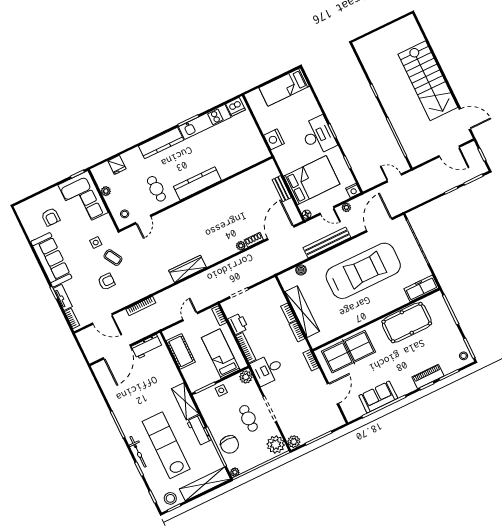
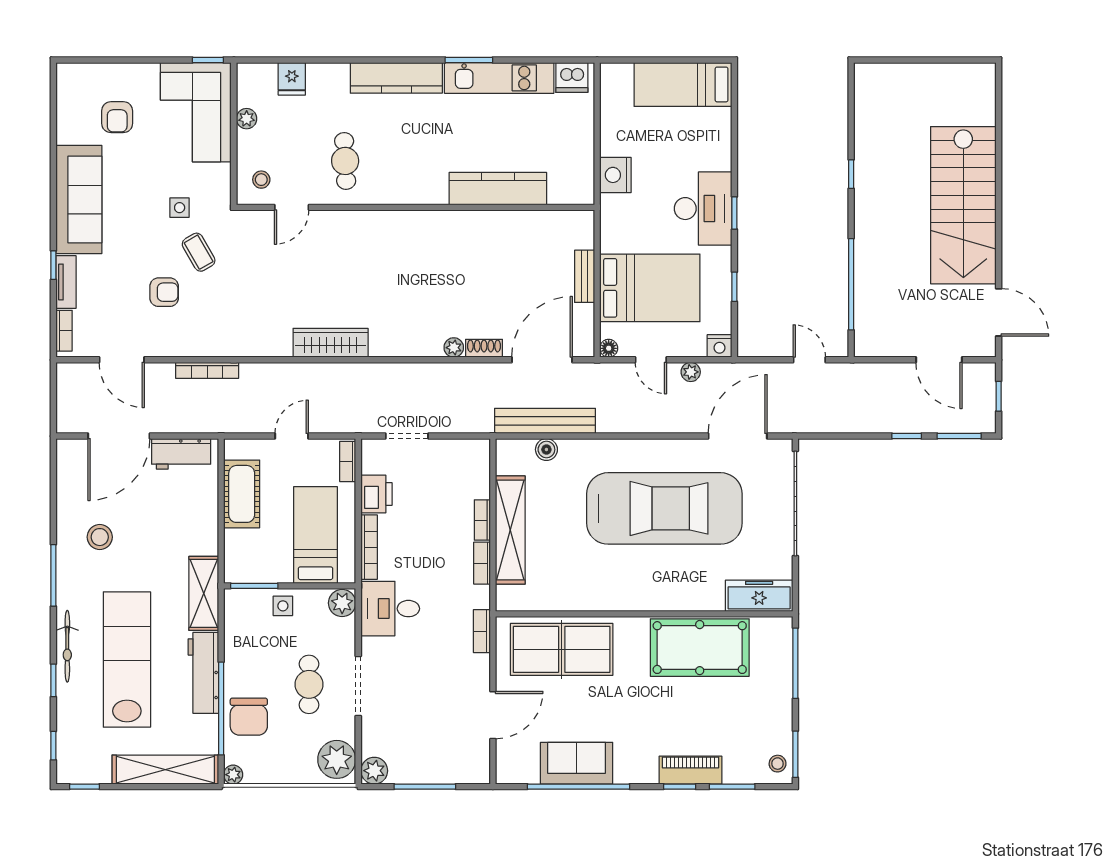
kitchen counter: (197, 183) -> (498, 189), moved
bench: (327, 242) -> (545, 421), moved
workbench: (199, 430) -> (203, 673), width x1.38
stool: (170, 498) -> (100, 537), moved

